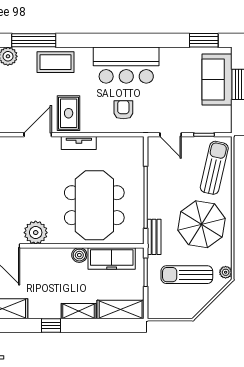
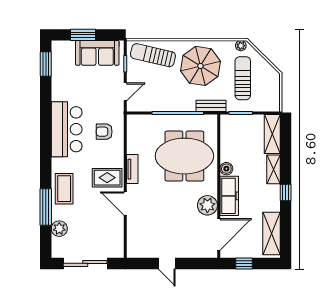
sofa: (217, 80) -> (97, 53), moved
freezer: (112, 258) -> (229, 196), moved
sun lounger: (187, 275) -> (243, 78), turned 180

